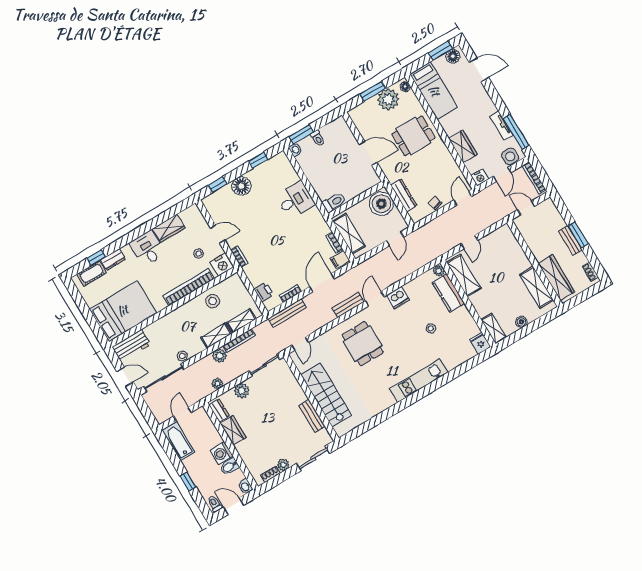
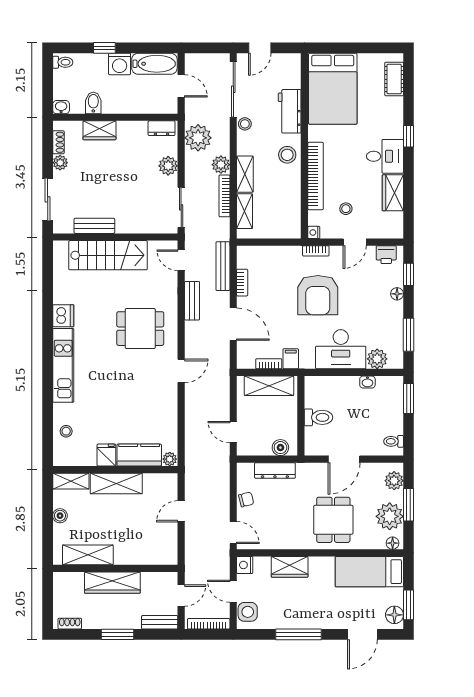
plant: (362, 111) -> (394, 481), added
tv unit: (501, 126) -> (287, 622), removed
window: (516, 132) -> (298, 634), moved
toilet: (318, 138) -> (394, 441), moved
washbasin: (295, 150) -> (367, 382), moved
window: (258, 160) -> (409, 335), width x1.50
plant: (287, 172) -> (377, 359), added
floor lamp: (241, 186) -> (397, 294), width x0.53, depth x0.53
desk: (295, 200) -> (341, 349), width x1.37
toilet: (334, 202) -> (318, 417), moved, turned -90
boiler: (381, 204) -> (280, 448), width x0.54, depth x0.54
armchair: (268, 237) -> (318, 295), added
bench: (570, 240) -> (160, 622), moved
door: (469, 242) -> (181, 511), hinge flipped
window: (96, 257) -> (409, 136), moved
dresser: (113, 260) -> (395, 112), removed
filing cabinet: (340, 260) -> (291, 359), moved
nightstand: (222, 265) -> (314, 232), width x0.53, depth x0.56
shelving: (464, 275) -> (116, 483), moved
wardrobe: (556, 278) -> (112, 583), moved
printer: (264, 292) -> (386, 255), moved
dishwasher: (398, 298) -> (63, 316), moved, turned 180
door: (375, 299) -> (181, 371), hinge flipped
stool: (213, 301) -> (287, 155), moved
bench: (348, 305) -> (192, 301), moved
stool: (431, 328) -> (66, 431), moved
fridge: (480, 343) -> (106, 455), moved, turned -90
workbench: (131, 346) -> (290, 111), moved
plant: (217, 384) -> (198, 138), width x1.88, depth x1.88
wardrobe: (233, 431) -> (99, 130), moved
washing machine: (222, 453) -> (120, 64), moved, turned 180
door: (234, 506) -> (48, 82), removed

